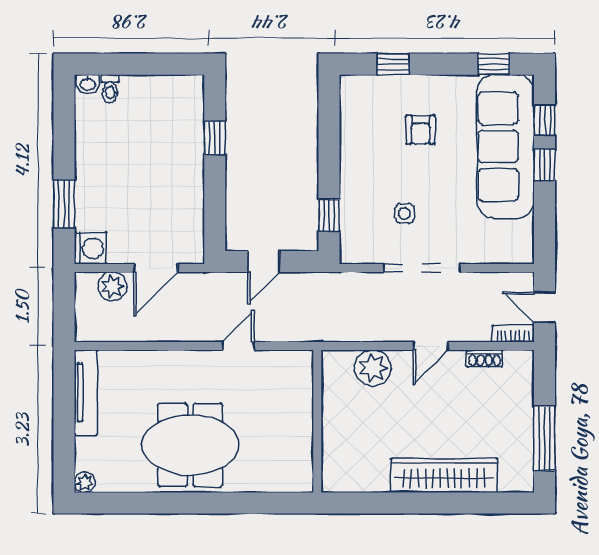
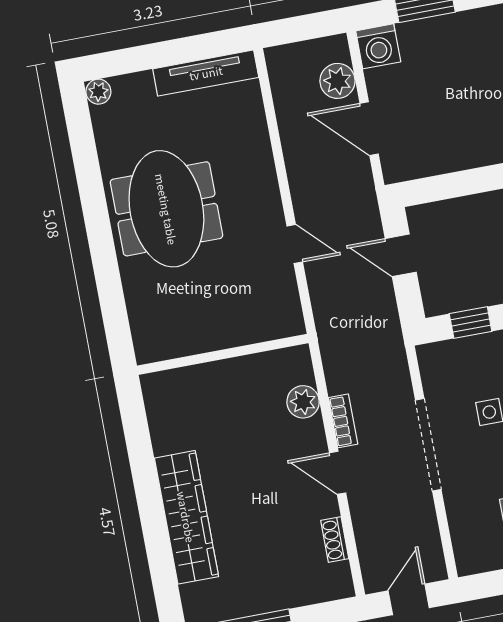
bookcase: (513, 334) -> (343, 421), moved
plant: (373, 368) -> (303, 402), width x0.73, depth x0.73

